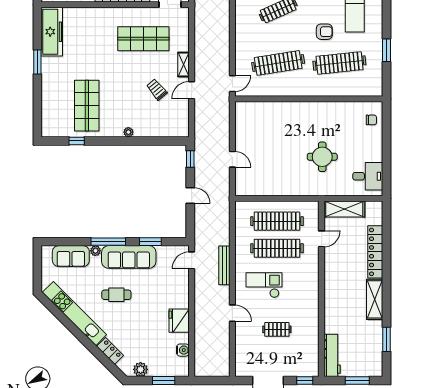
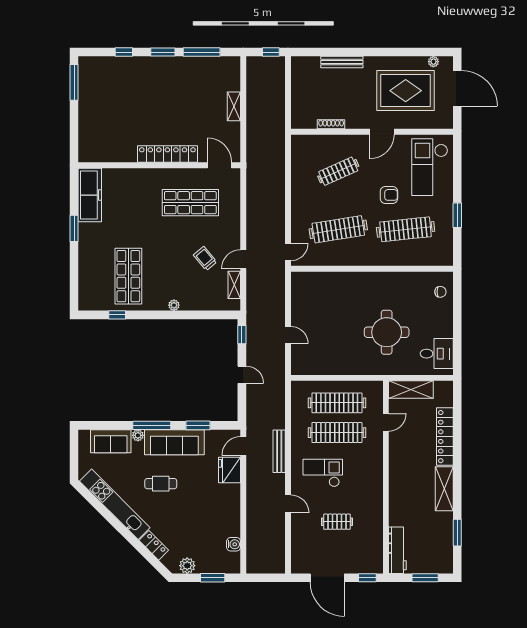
shelving: (183, 64) -> (234, 285), moved
round table: (322, 157) -> (387, 332), width x1.36, depth x1.36
fridge: (179, 321) -> (230, 470), moved

